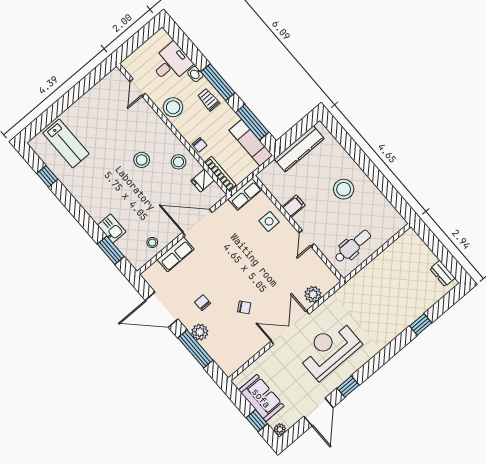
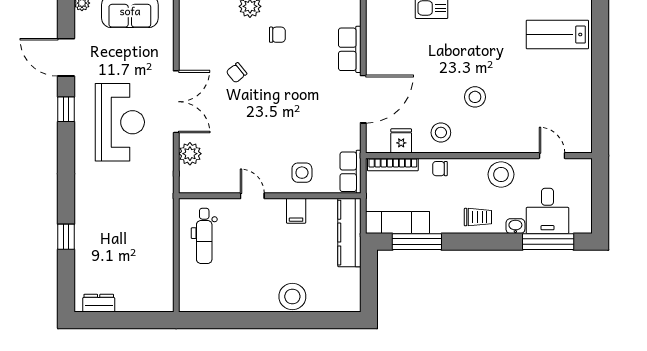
window: (218, 82) -> (548, 242), moved
kitchen counter: (299, 149) -> (349, 233), moved
stool: (344, 189) -> (292, 297), moved
stool: (152, 242) -> (382, 36), removed

